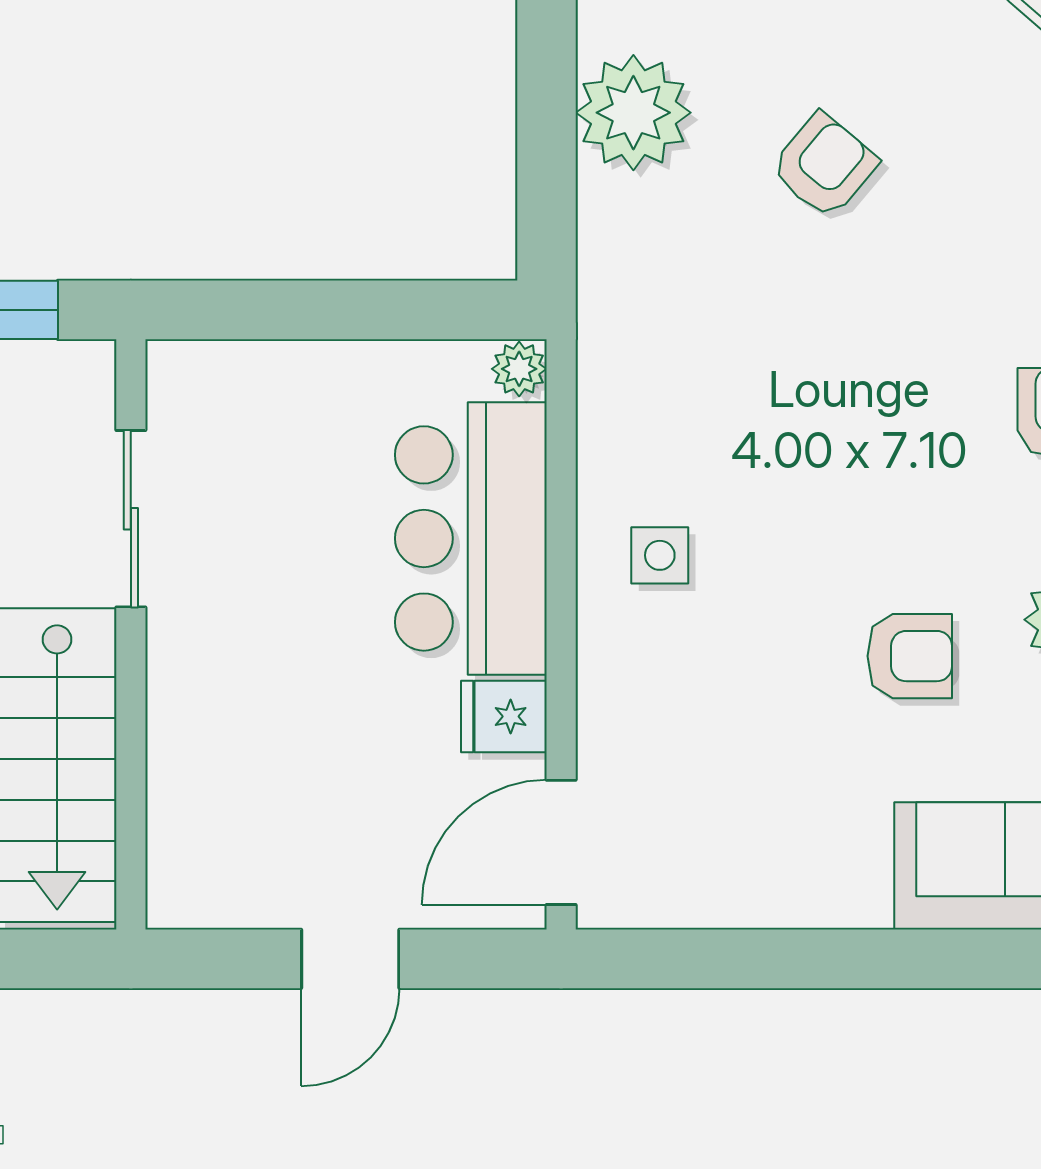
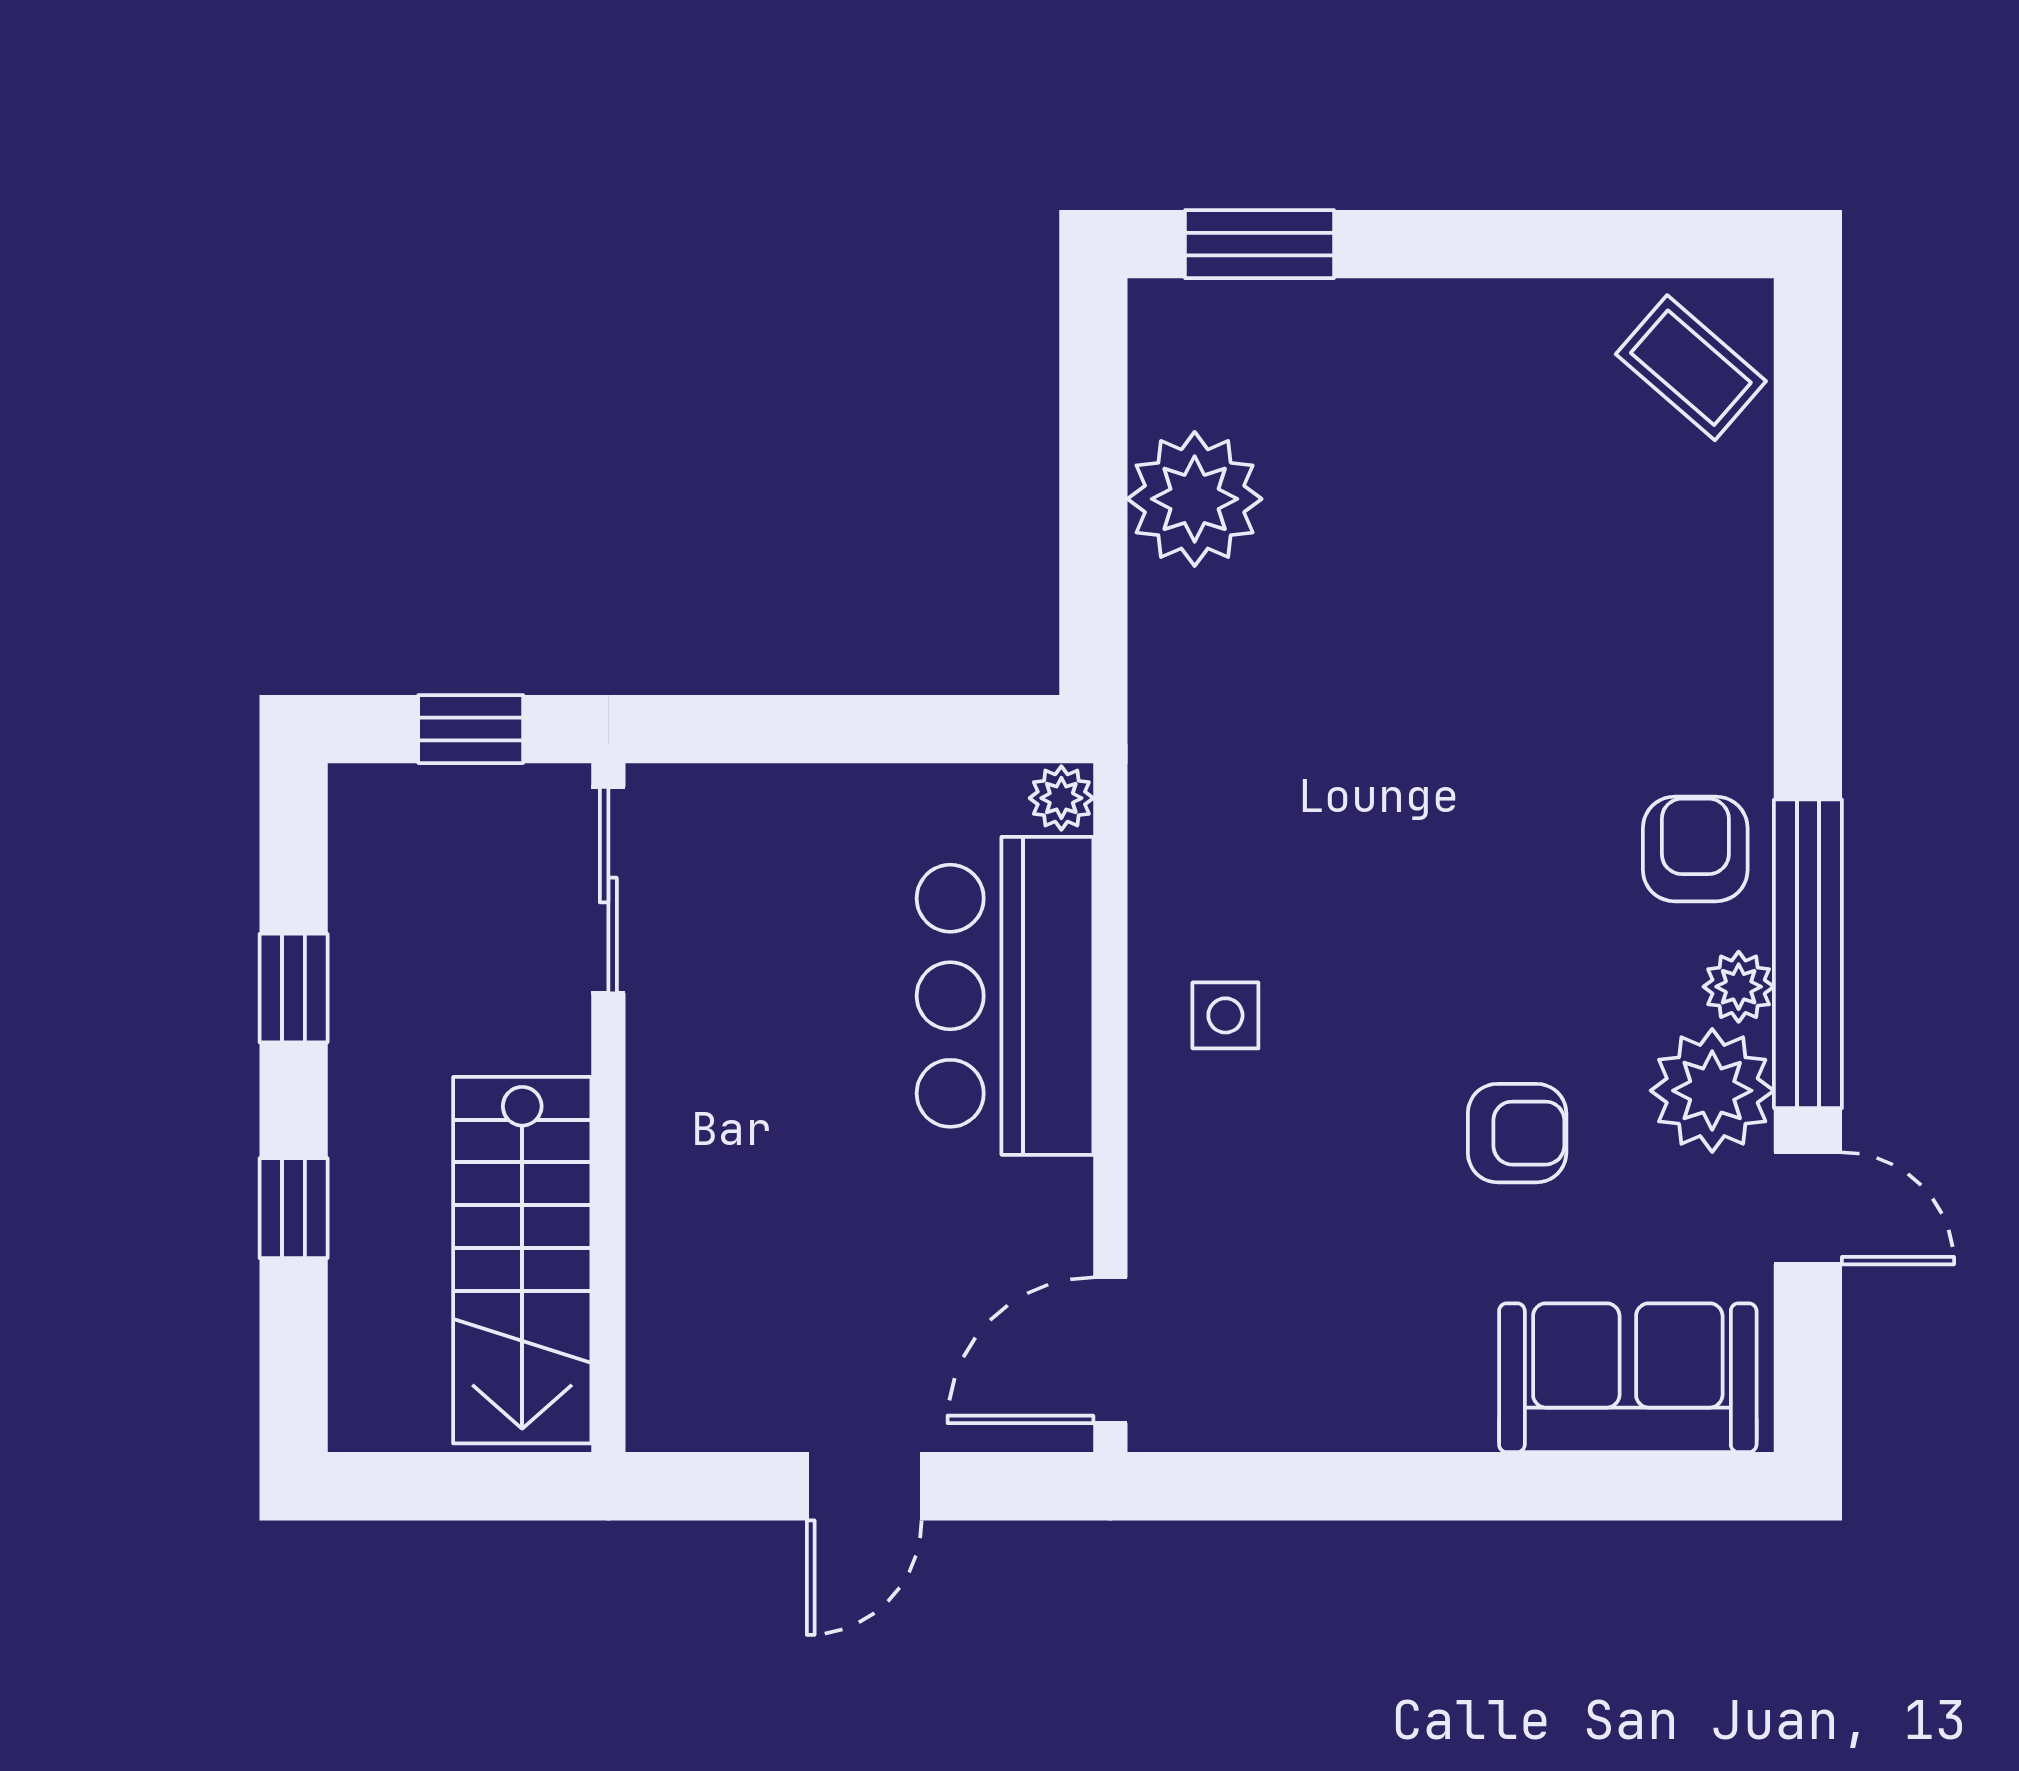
armchair: (824, 166) -> (1417, 561), removed
sliding door: (131, 519) -> (608, 890), moved
fridge: (504, 716) -> (1043, 1203), removed

